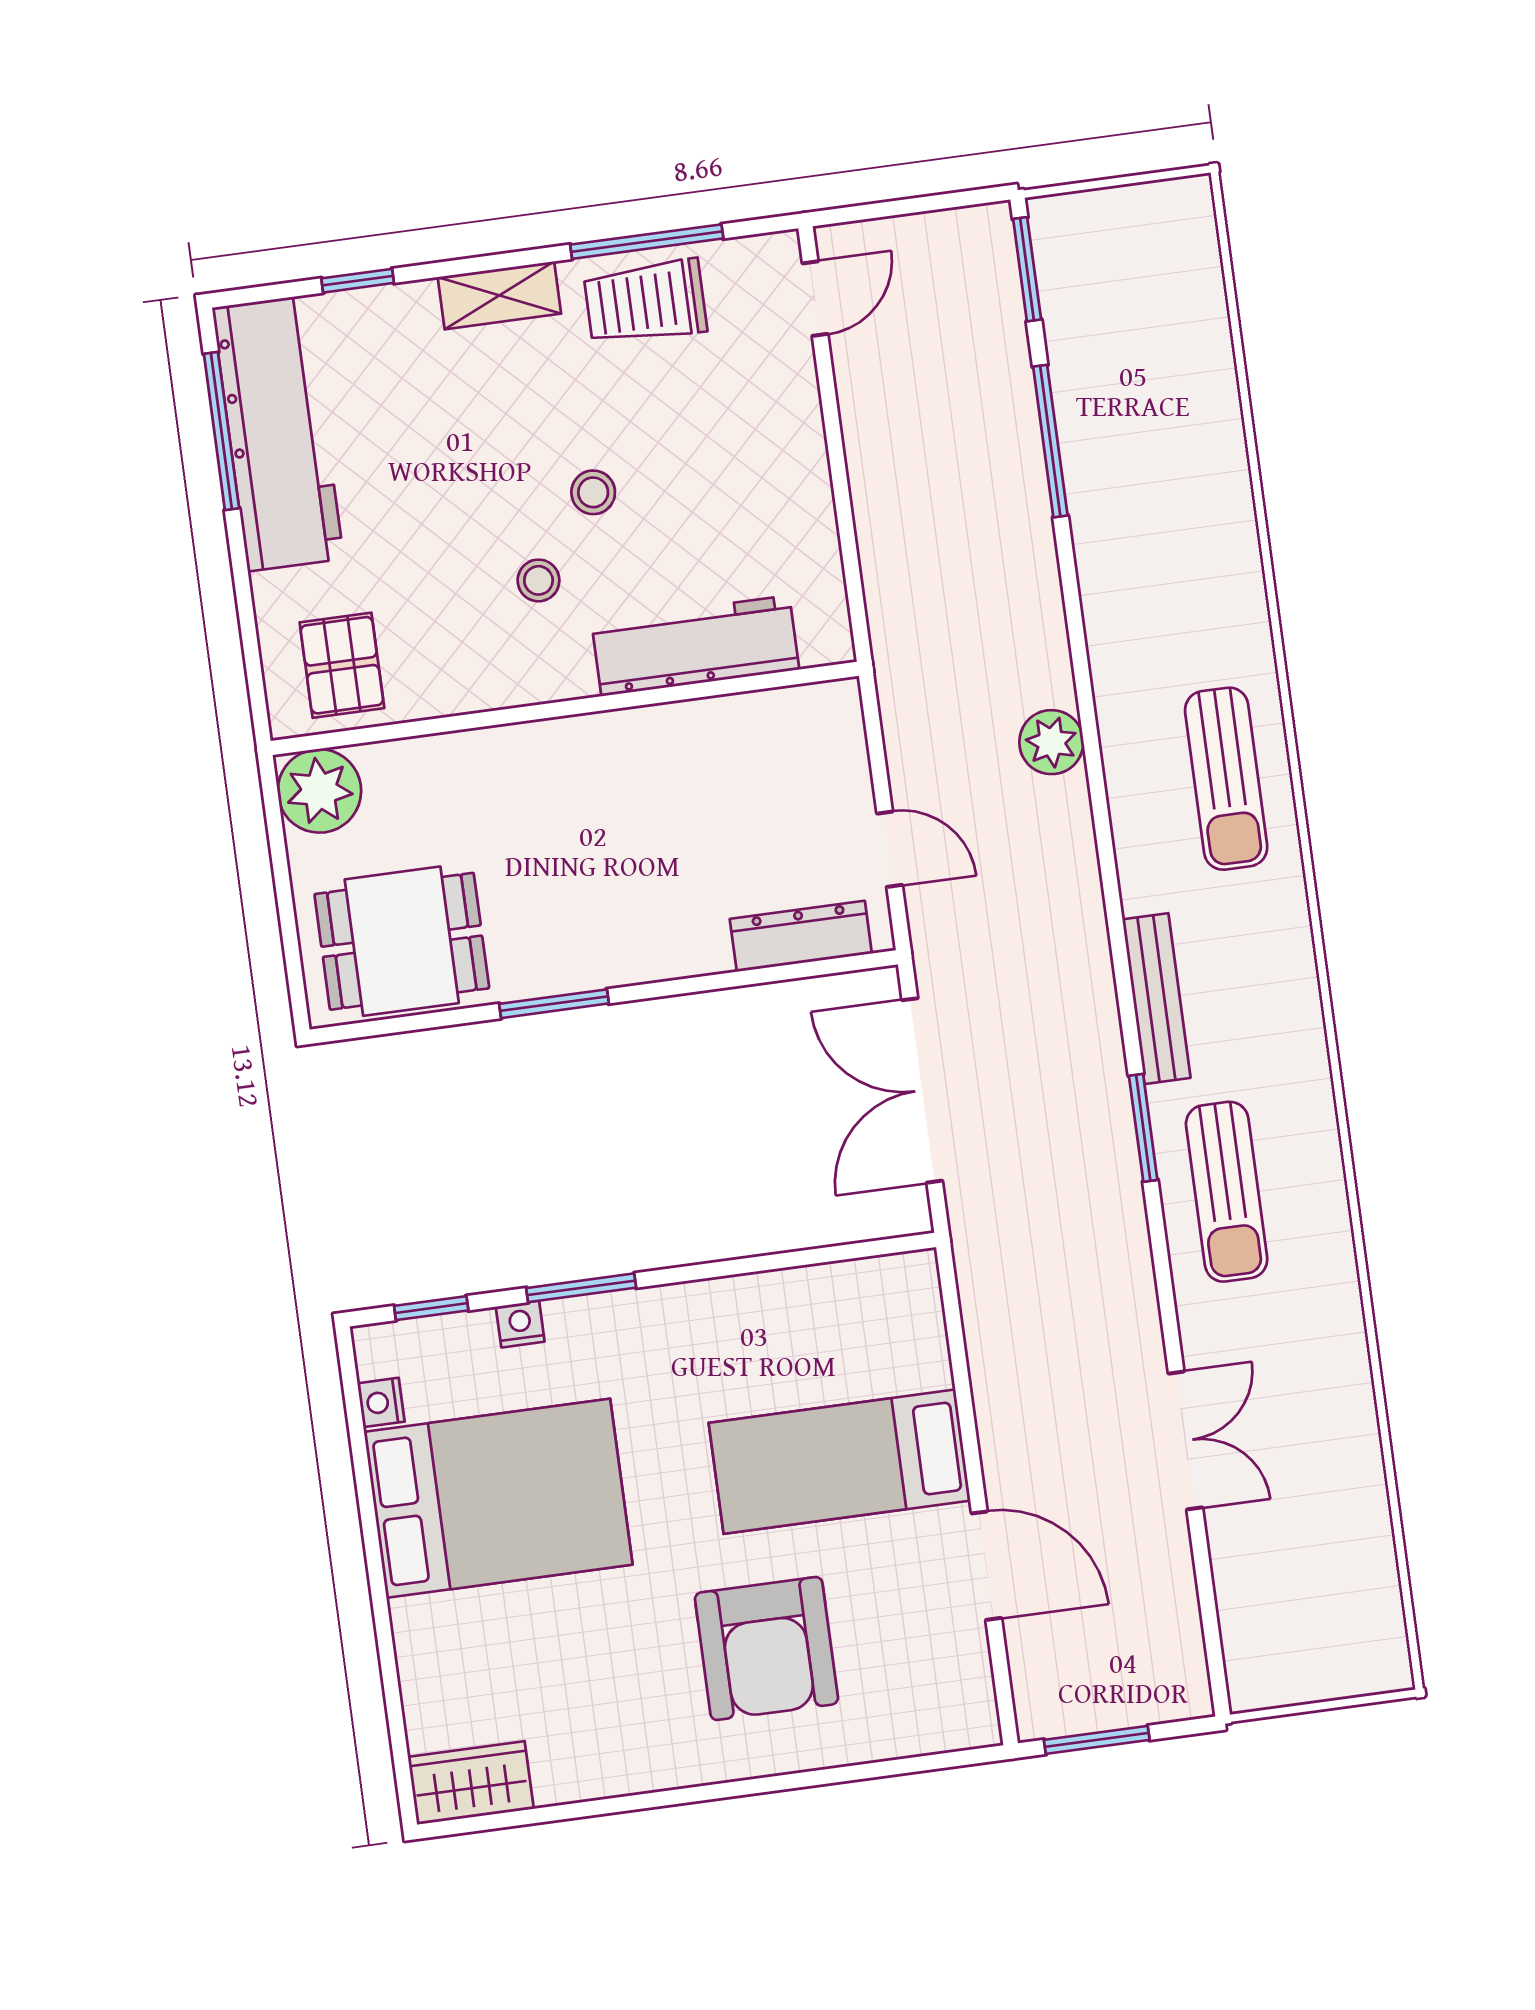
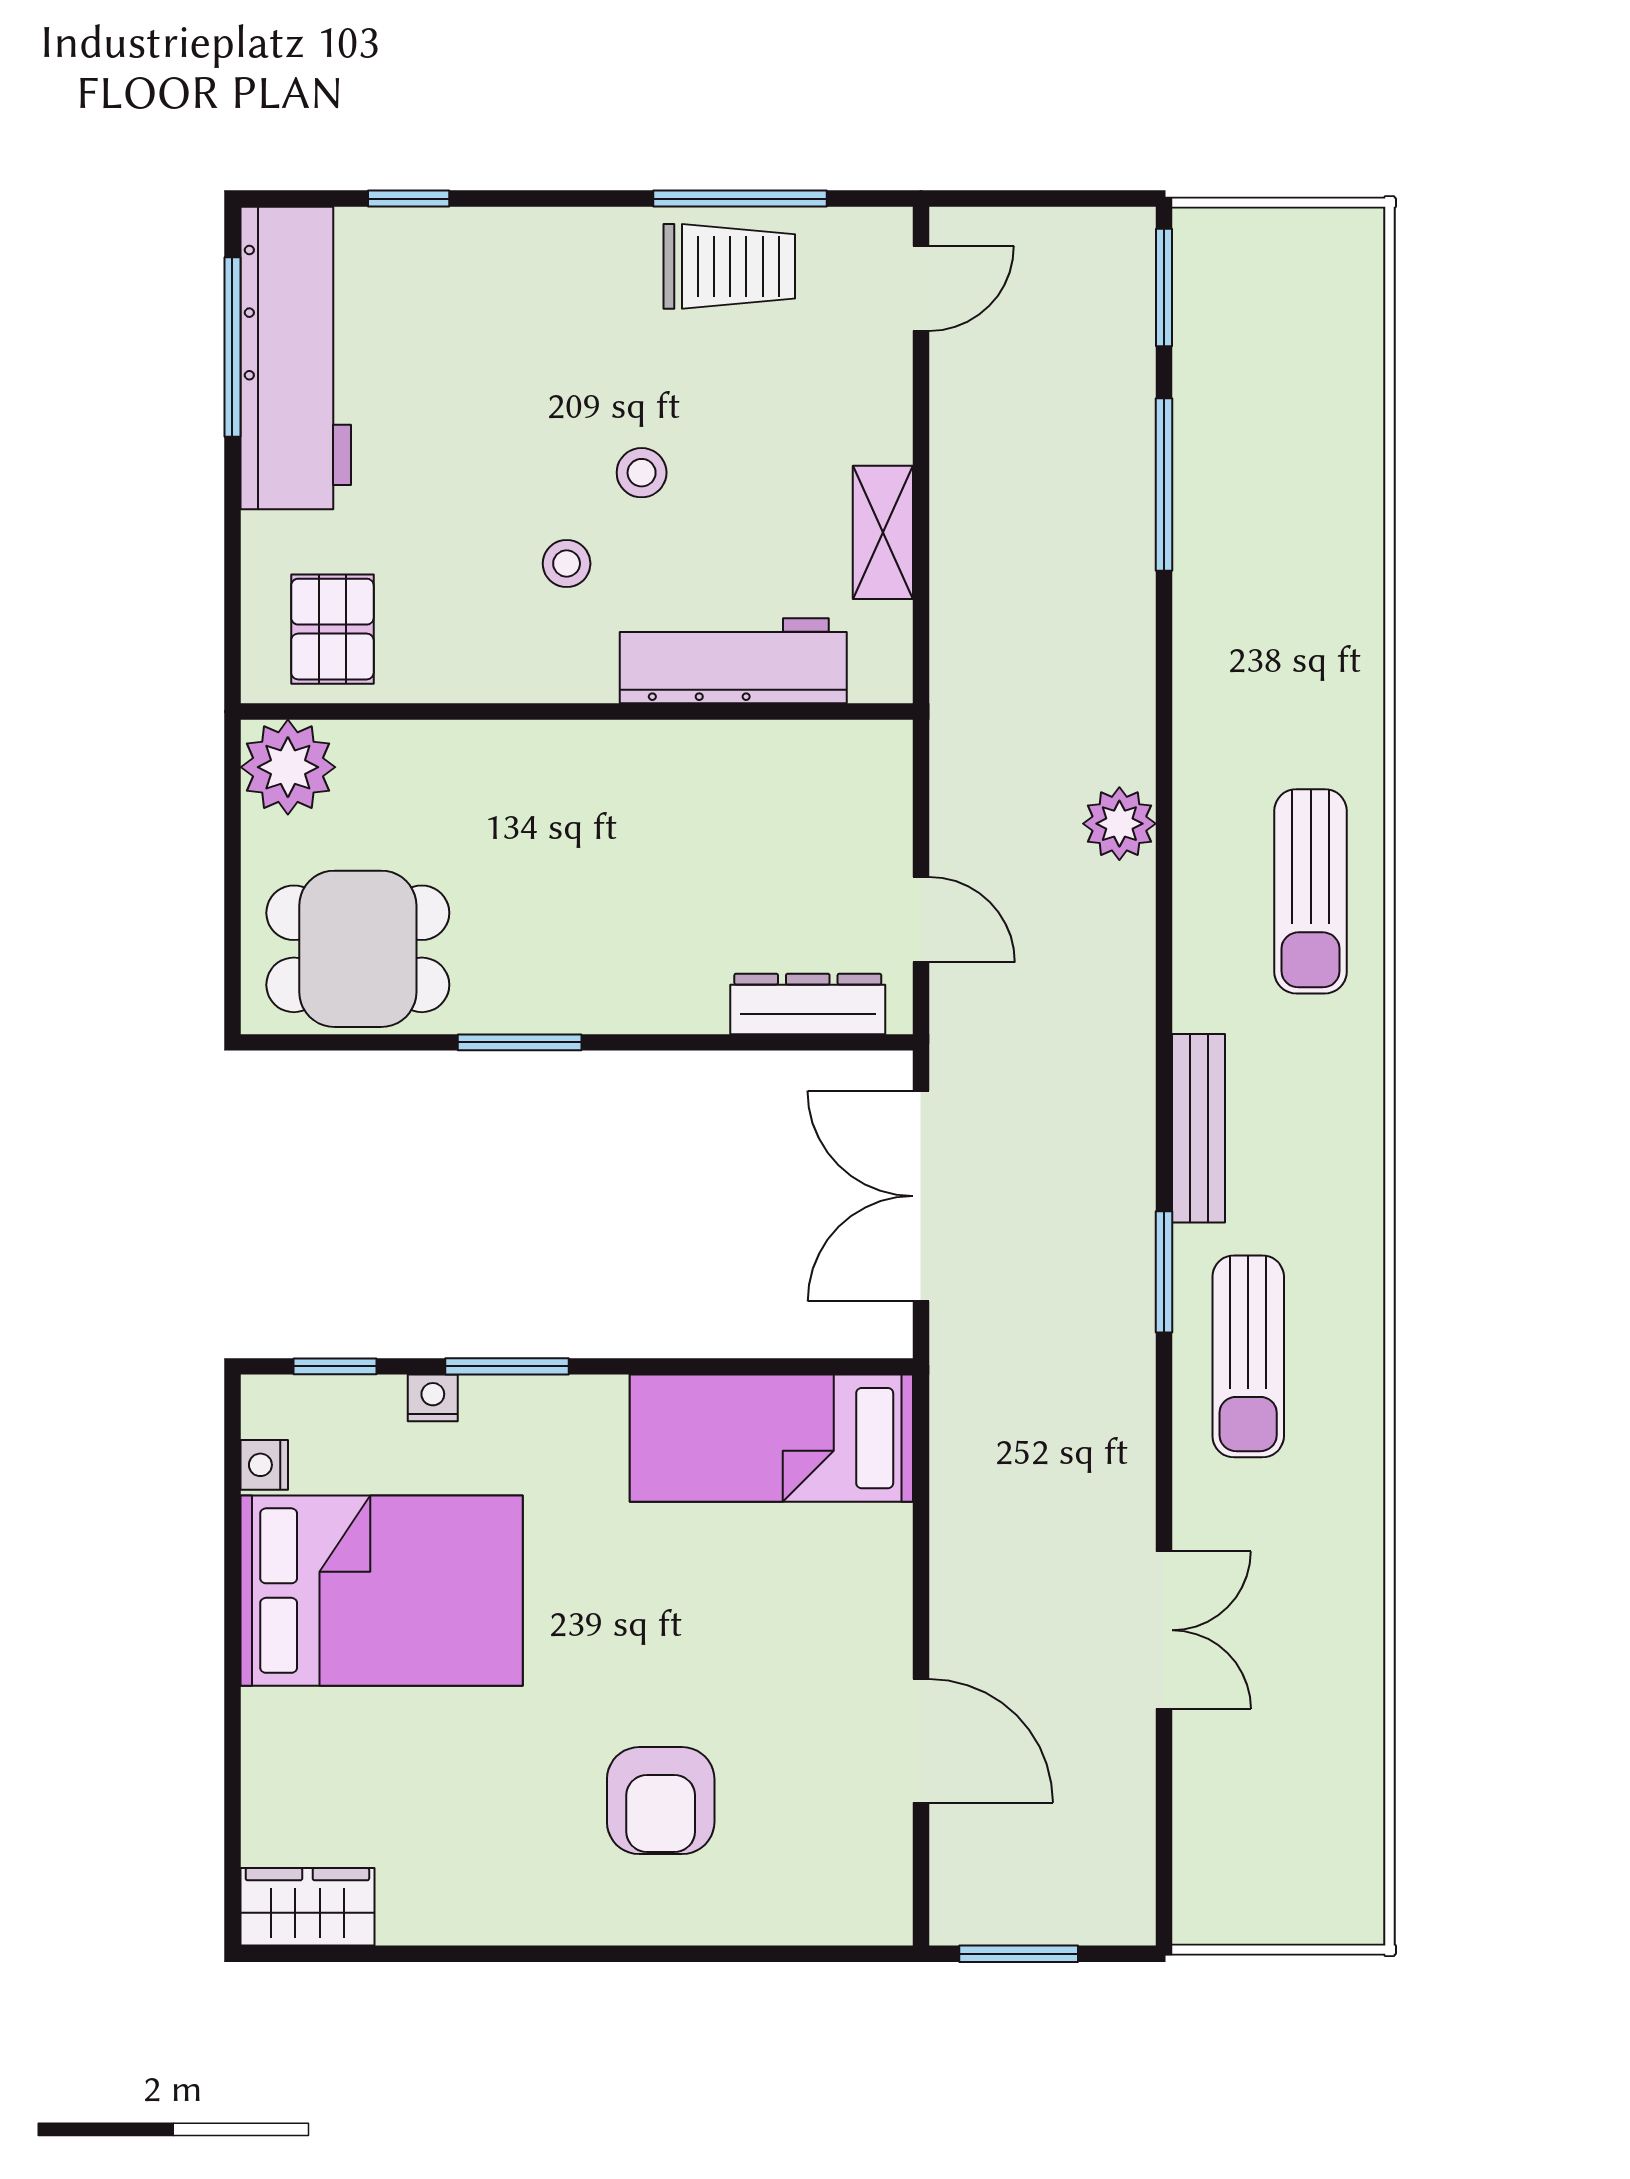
shelving: (499, 295) -> (883, 532), moved, turned 90
trolley: (645, 302) -> (729, 266), turned 180
bed: (840, 1462) -> (771, 1438), moved
armchair: (766, 1649) -> (661, 1801), width x0.73, depth x0.73

